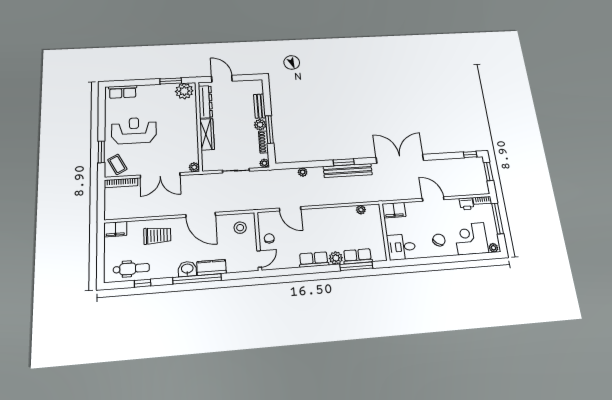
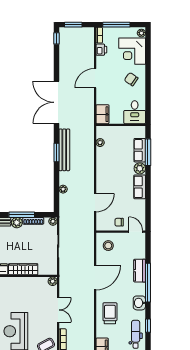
double door: (160, 175) -> (58, 310), width x0.73
washbasin: (187, 269) -> (139, 303), moved

